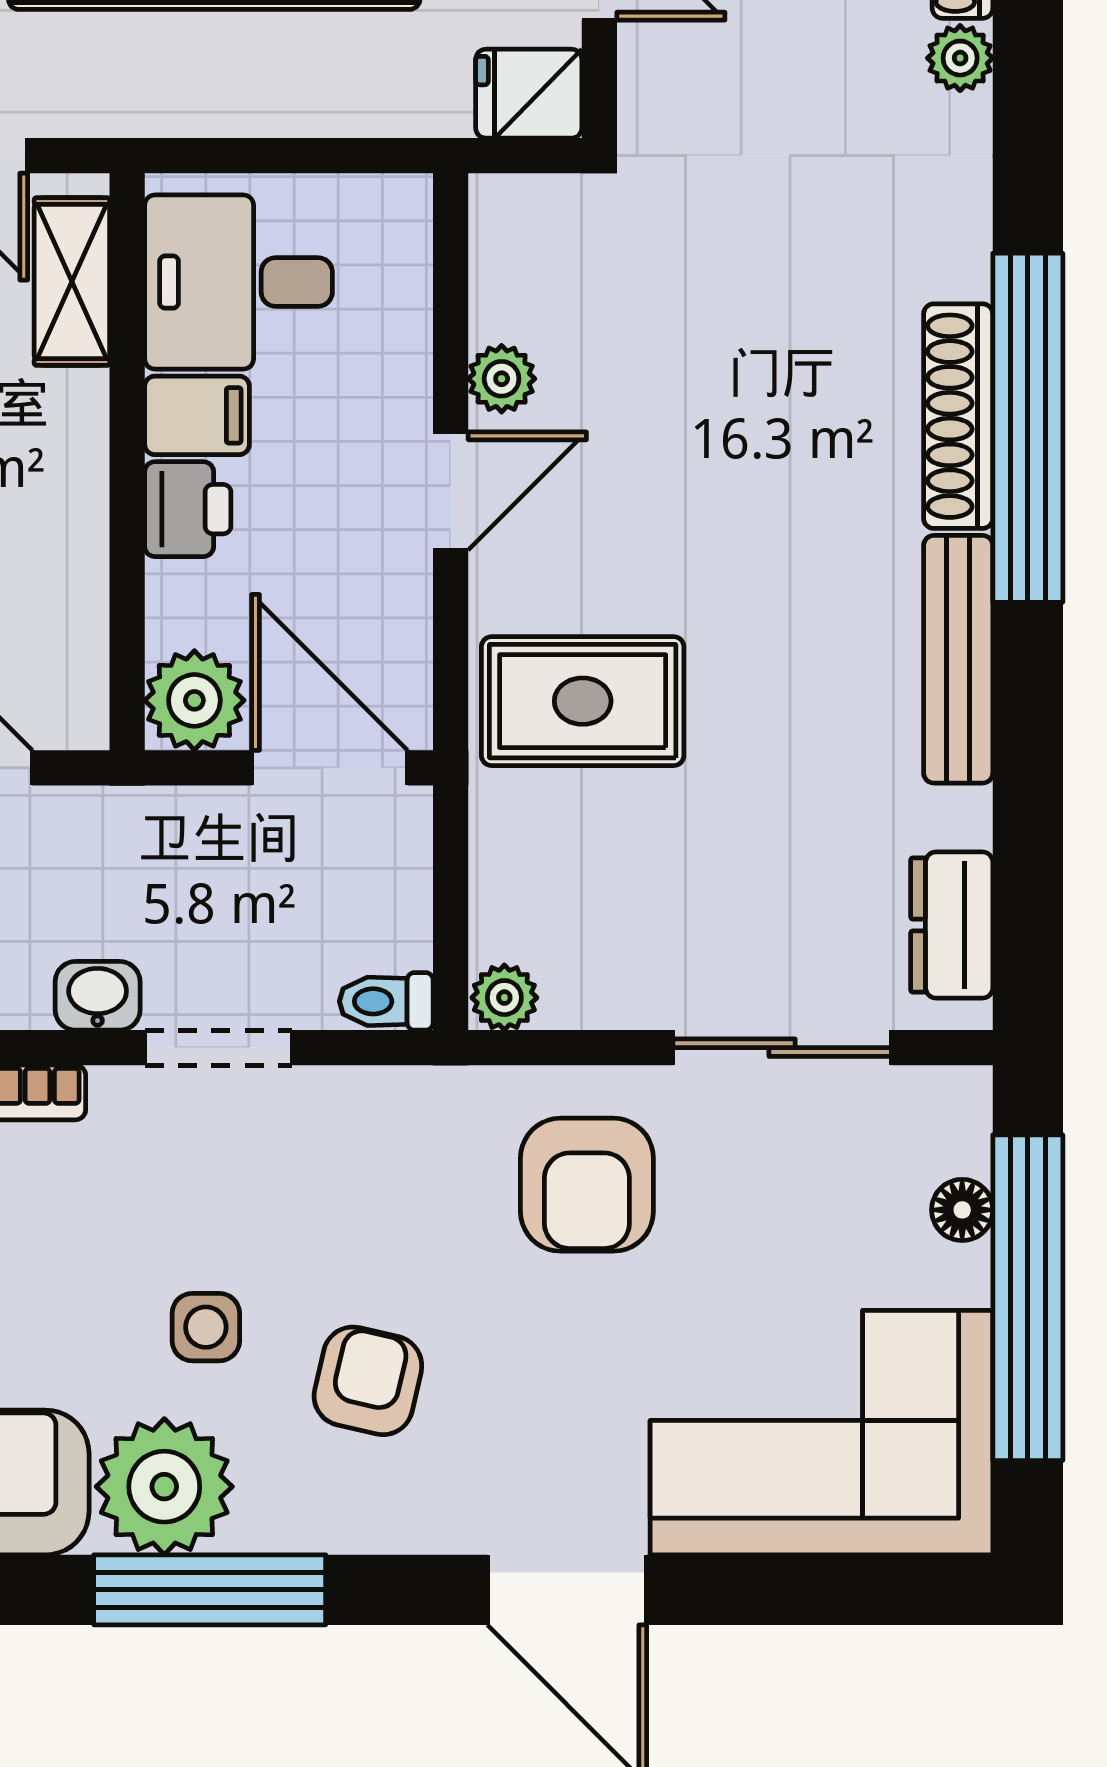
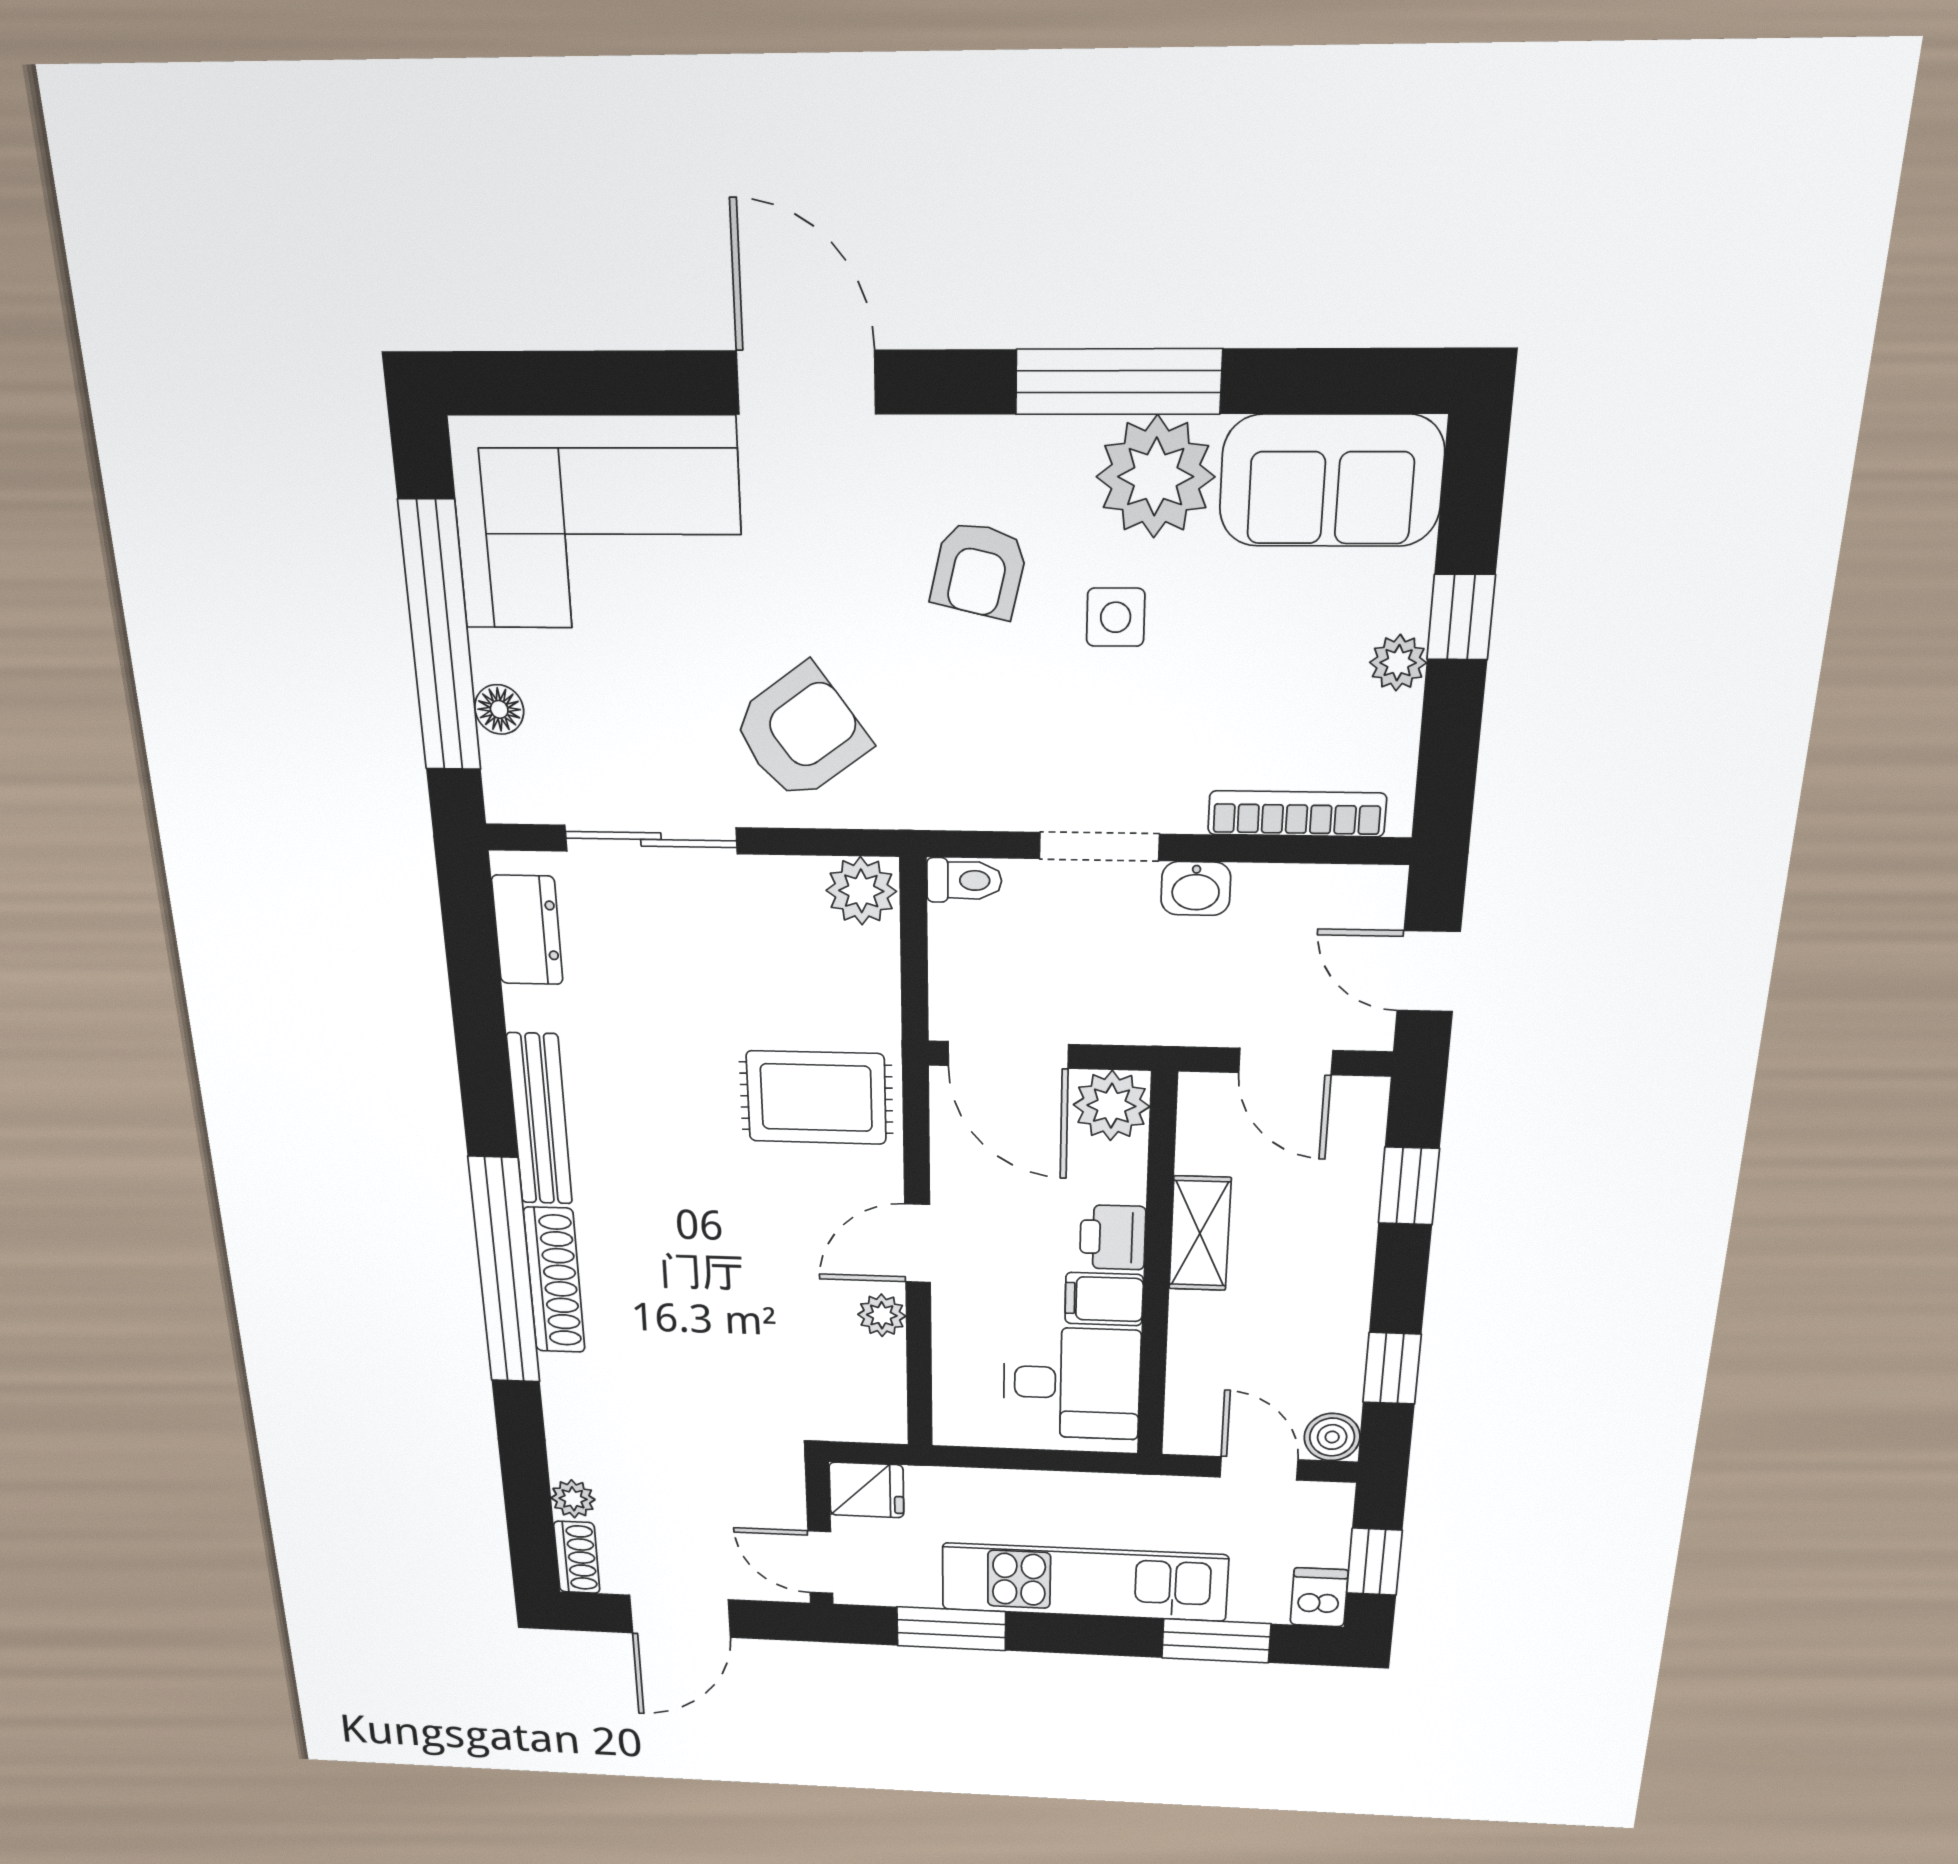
shelving: (72, 282) -> (1200, 1234), moved
plant: (504, 998) -> (861, 891), width x1.38, depth x1.38
armchair: (587, 1185) -> (801, 733), turned 54

